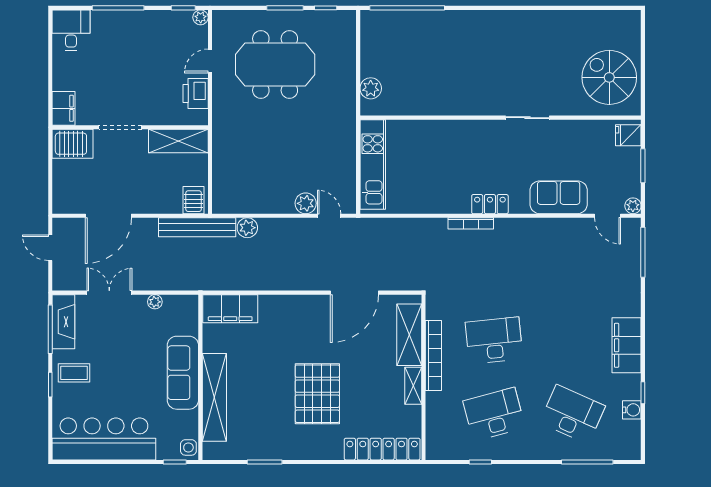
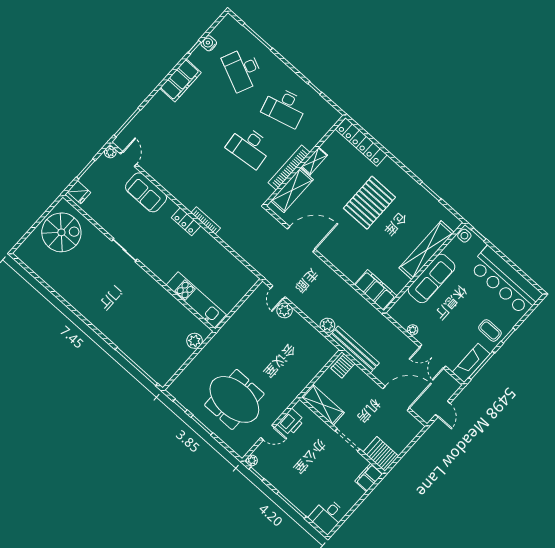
spiral stairs: (609, 77) -> (61, 232), turned -90
kitchen unit: (373, 164) -> (196, 300), moved, turned 90

